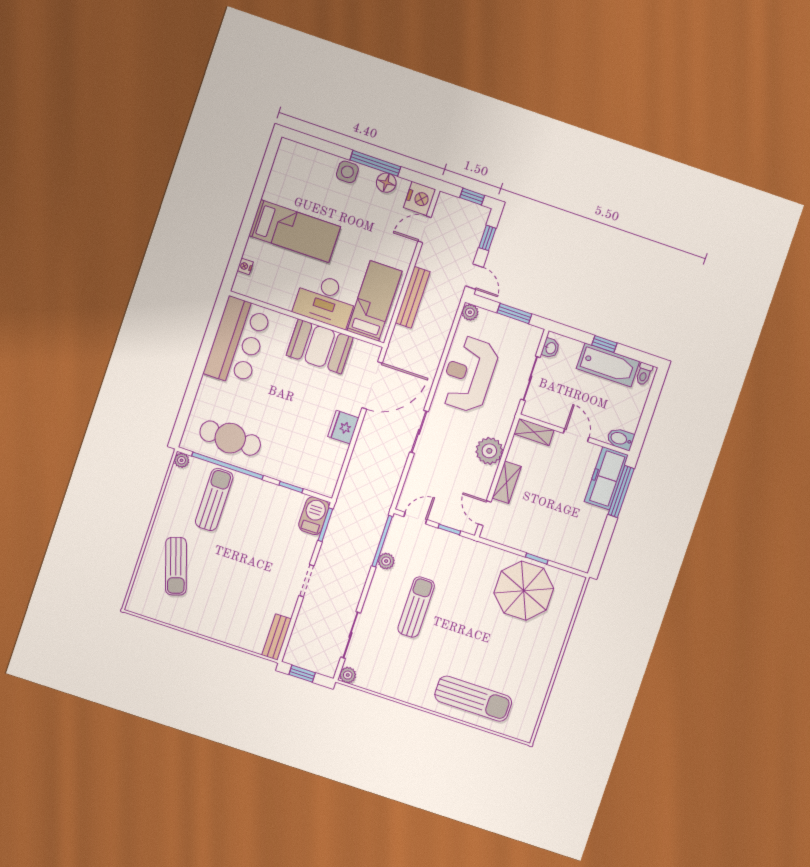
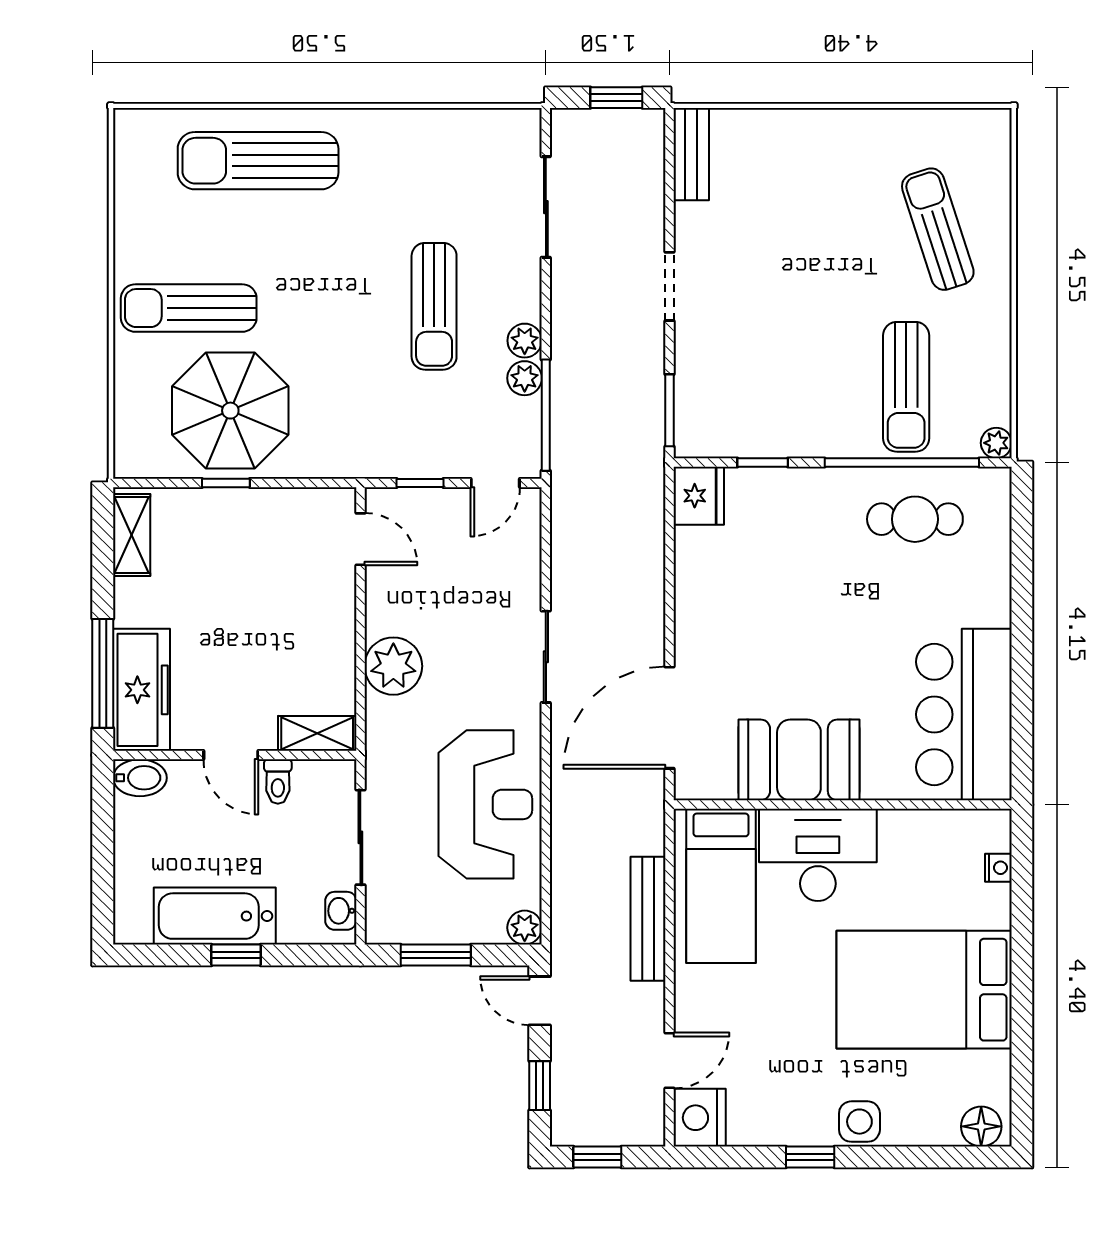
window: (375, 163) -> (810, 1157), width x0.46
floor lamp: (386, 183) -> (981, 1126), moved
bed: (295, 231) -> (924, 990), width x1.50
toilet: (644, 374) -> (278, 782), moved, turned 180
fridge: (343, 427) -> (699, 496), moved
cafe table: (230, 438) -> (915, 519), width x0.73, depth x0.74
shelving: (507, 482) -> (132, 535), moved
barbecue: (314, 516) -> (698, 421), removed
sun lounger: (527, 643) -> (189, 308), added
plant: (348, 675) -> (525, 341), moved

